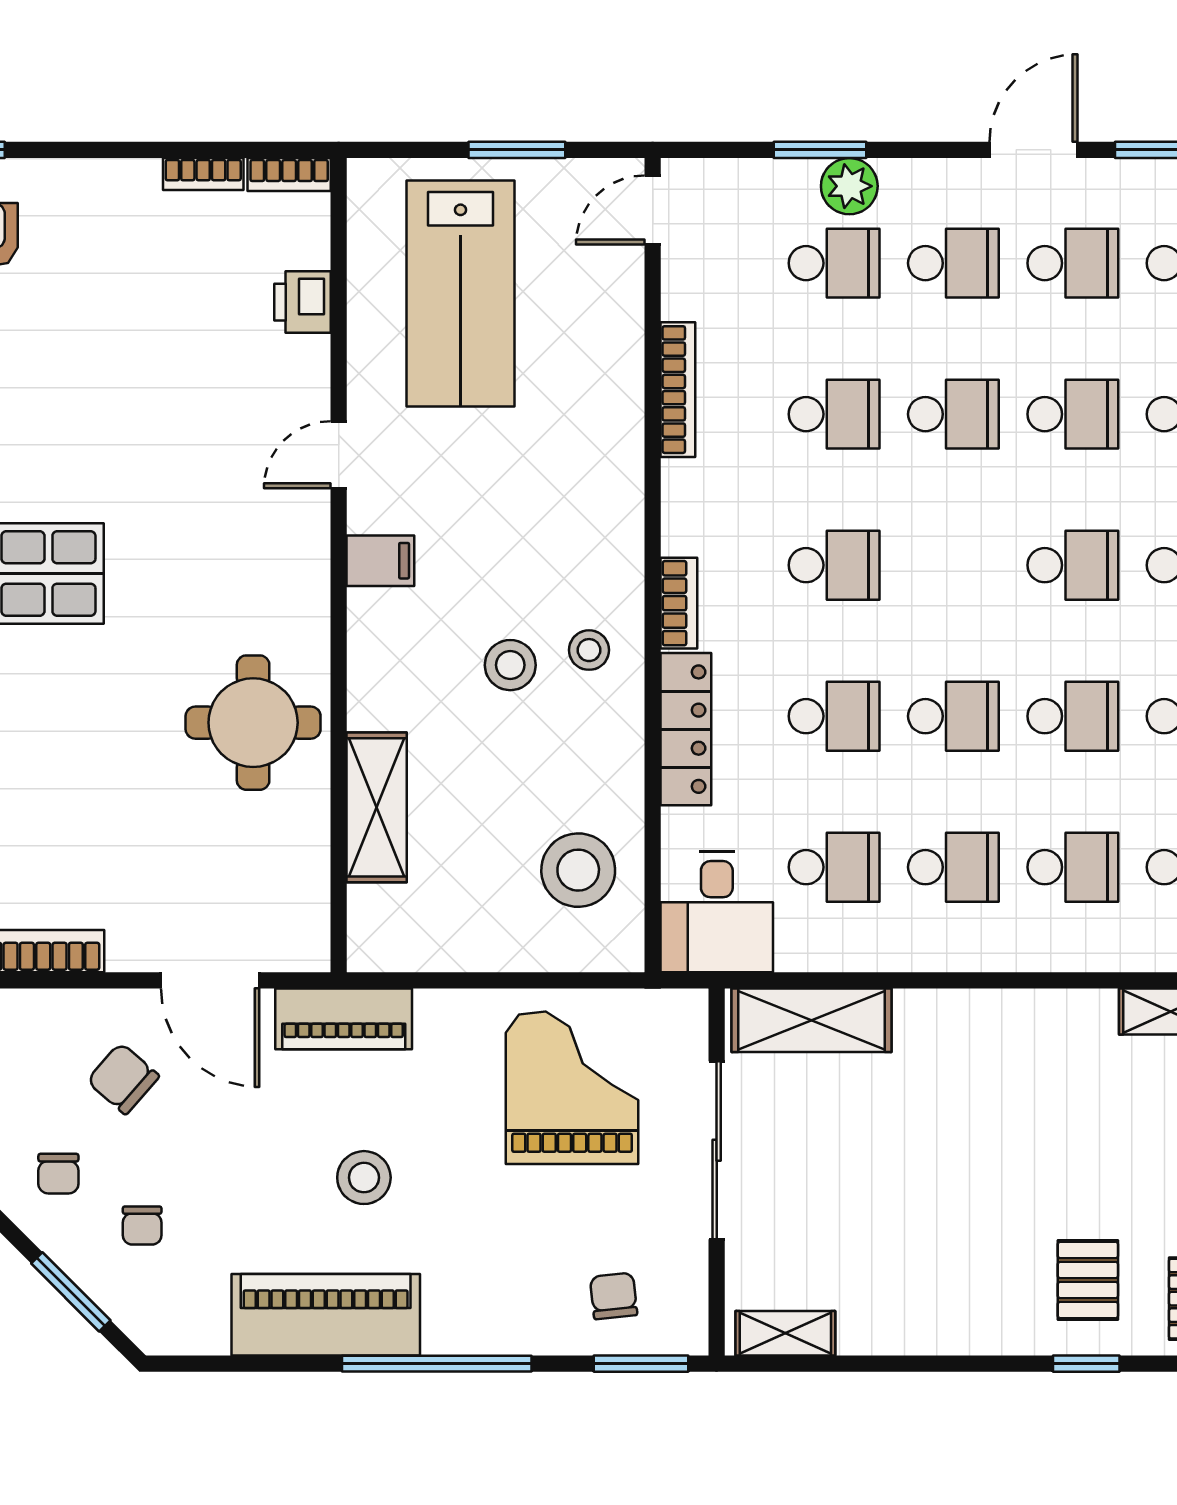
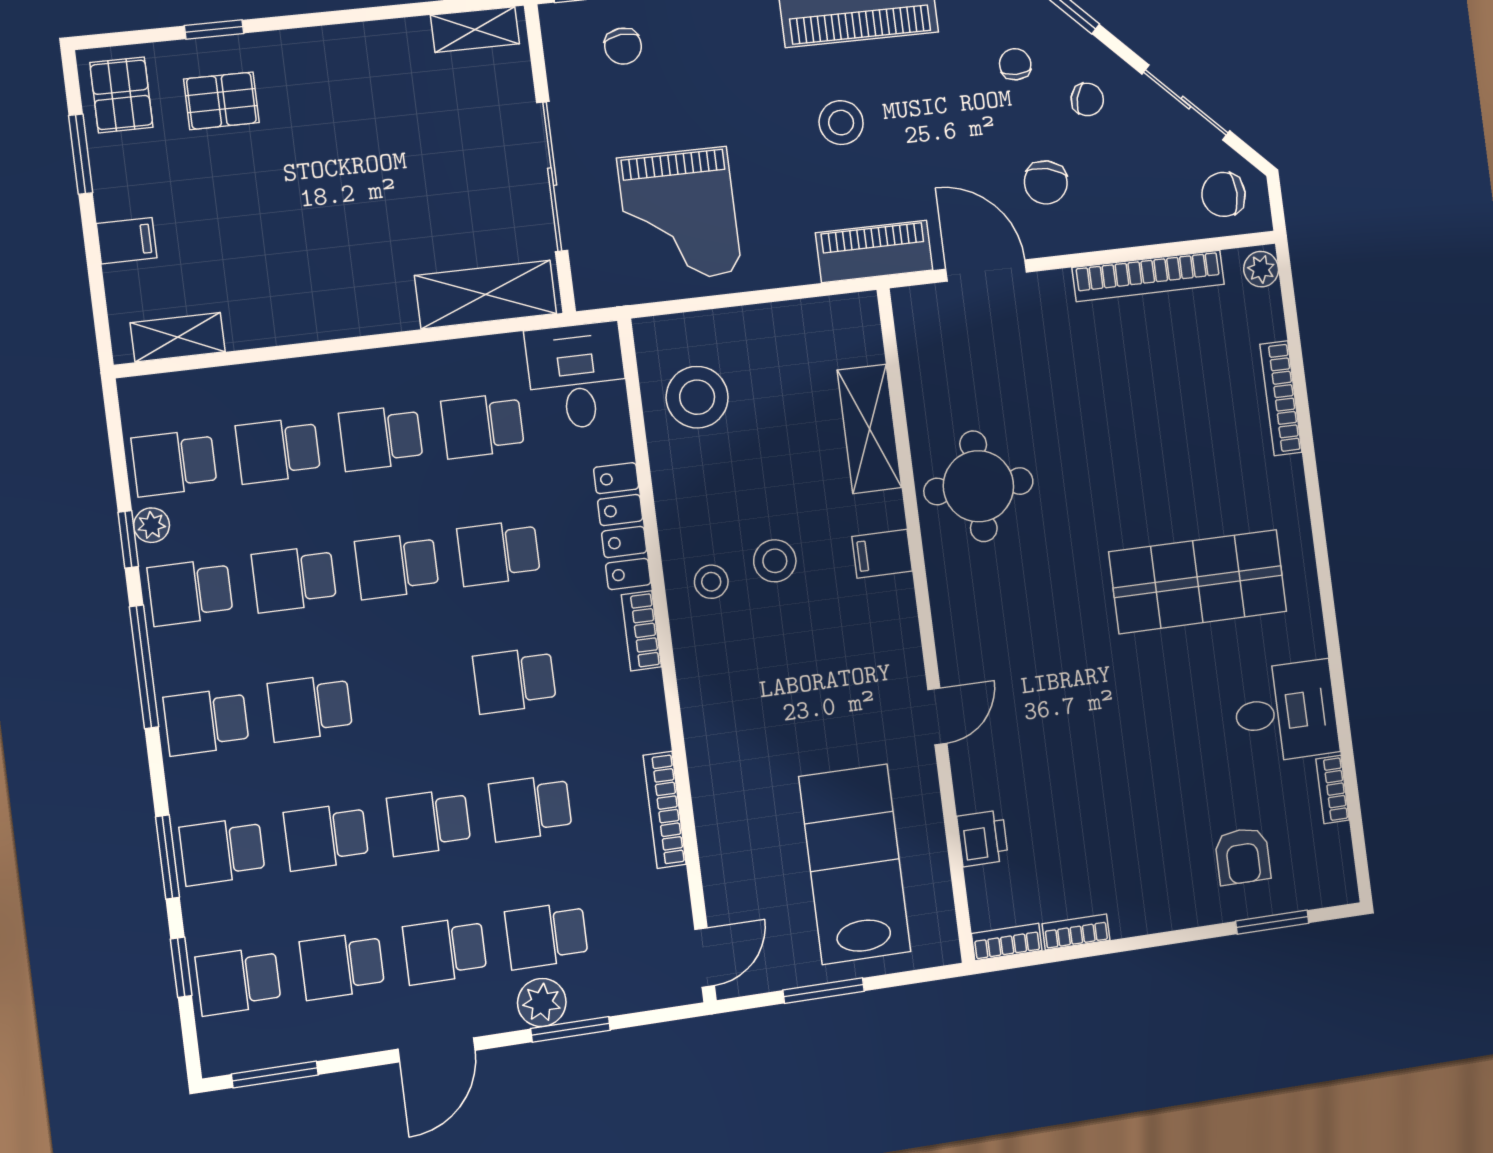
door: (1034, 150) -> (437, 1050), moved
filing cabinet: (380, 561) -> (882, 554), moved
chair: (123, 1079) -> (1046, 182), turned 62
chair: (58, 1174) -> (1087, 99), turned 105
pallet: (1088, 1280) -> (221, 101), turned 90

